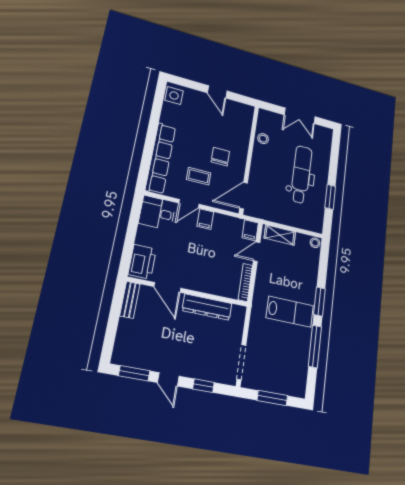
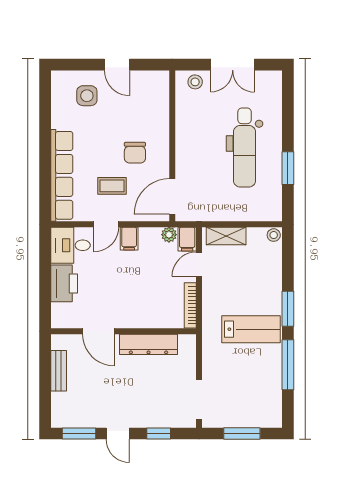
side table: (174, 96) -> (87, 96), moved
stool: (263, 139) -> (195, 82), moved
chair: (220, 157) -> (135, 153), turned 180
dental chair: (301, 174) -> (245, 148), turned 180
plant: (237, 224) -> (169, 235), added
printer: (142, 262) -> (64, 283), moved
bench: (130, 300) -> (59, 371), moved

